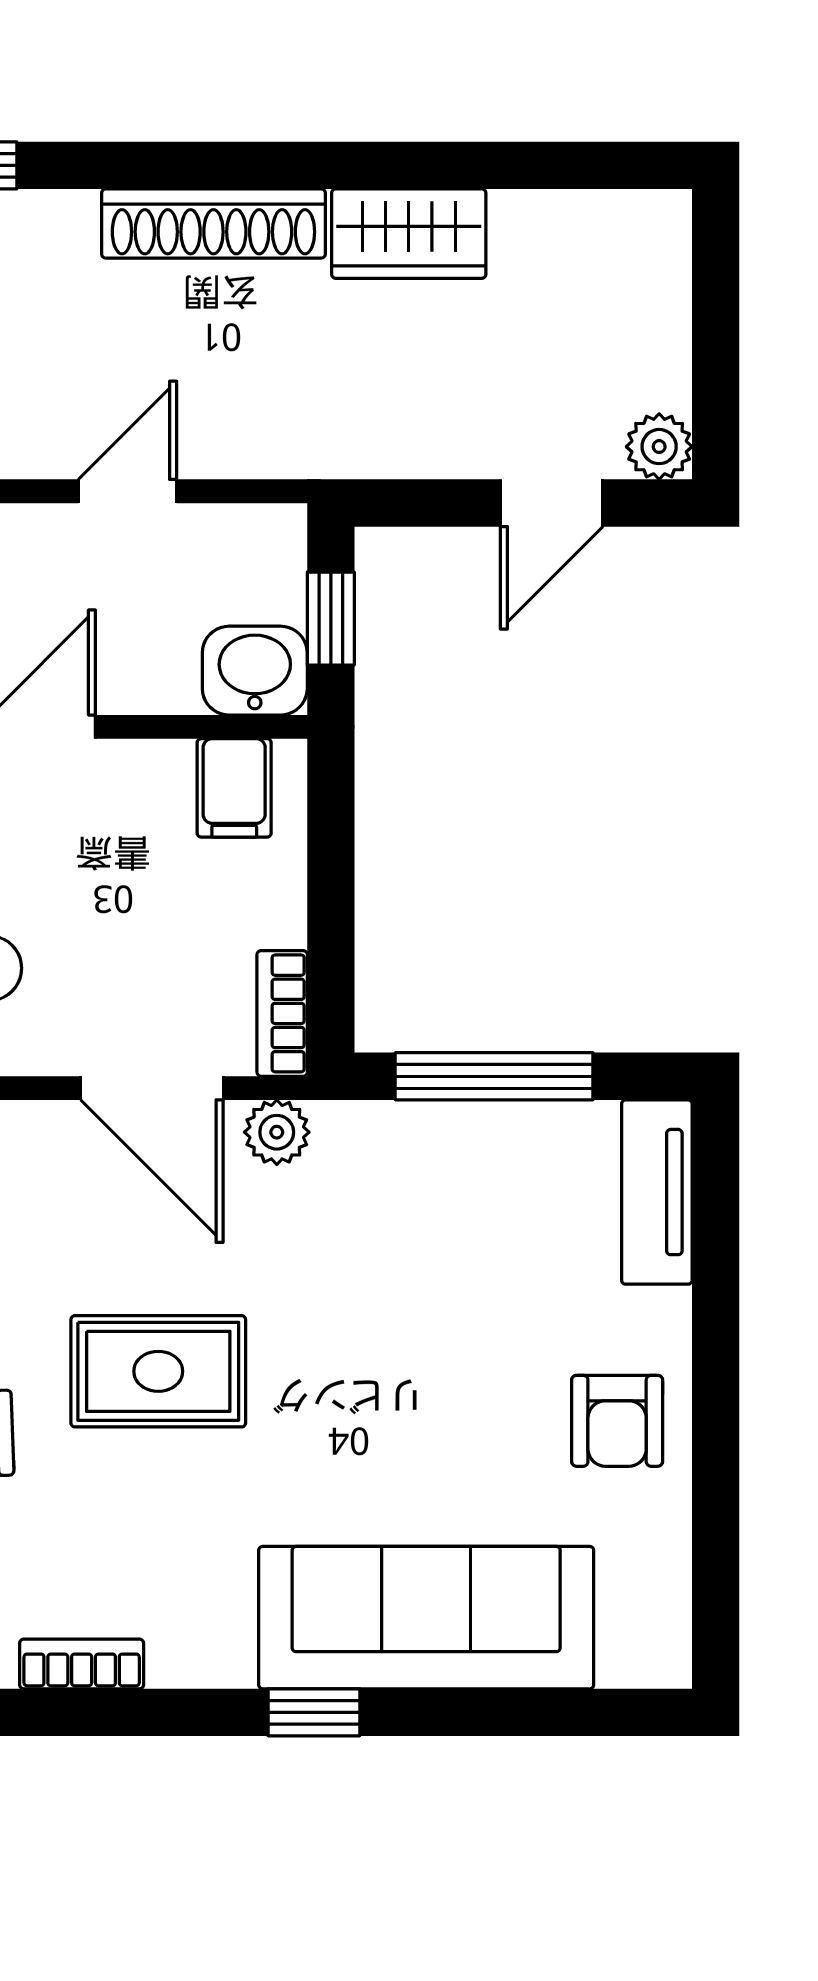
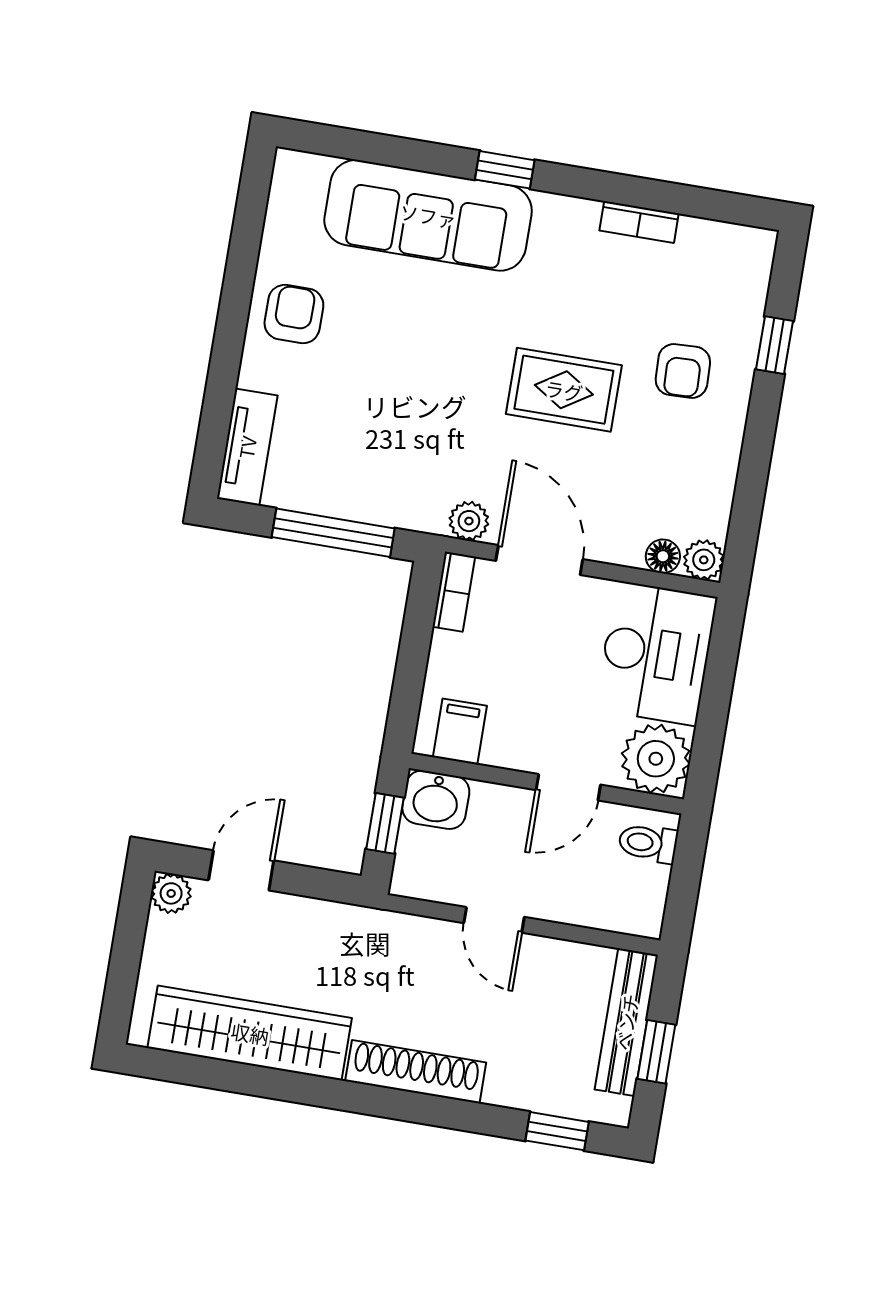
wardrobe: (409, 234) -> (250, 1033), width x2.10, depth x1.17
door: (128, 491) -> (494, 920), hinge flipped

